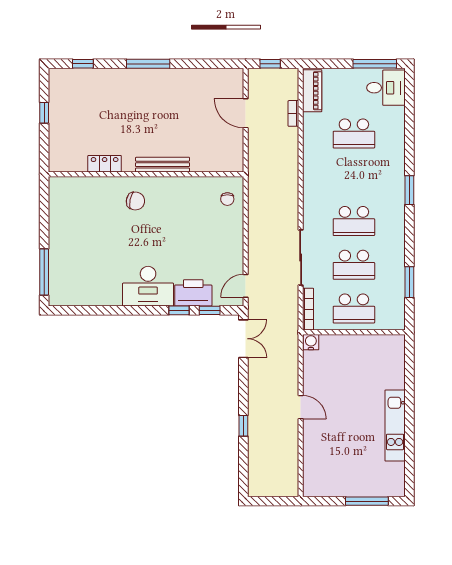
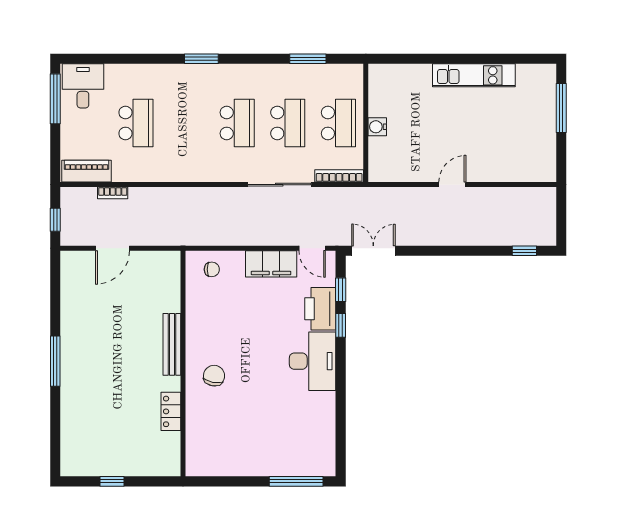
window: (83, 64) -> (55, 437), removed
filing cabinet: (232, 250) -> (271, 264), added
water cooler: (311, 342) -> (377, 127), moved
window: (243, 426) -> (524, 251), moved

